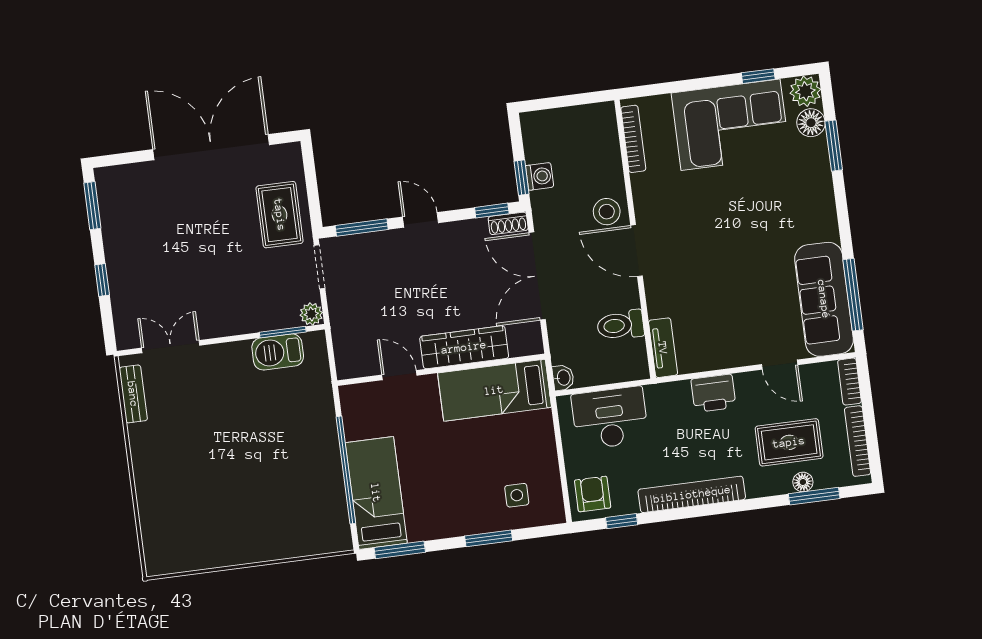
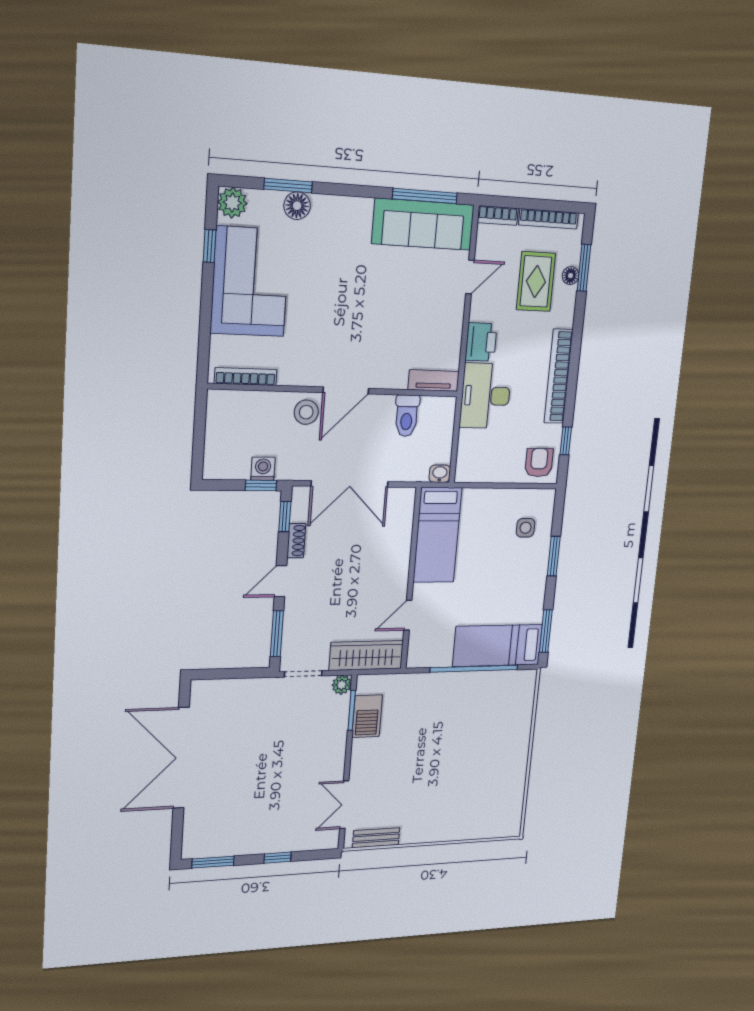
floor lamp: (811, 123) -> (297, 206), moved
rug: (280, 215) -> (252, 704), removed
shoe rack: (508, 223) -> (296, 541), moved
wardrobe: (464, 347) -> (366, 655), moved, turned 90
desk: (610, 418) -> (486, 396), moved
armchair: (593, 494) -> (539, 463), turned 90

